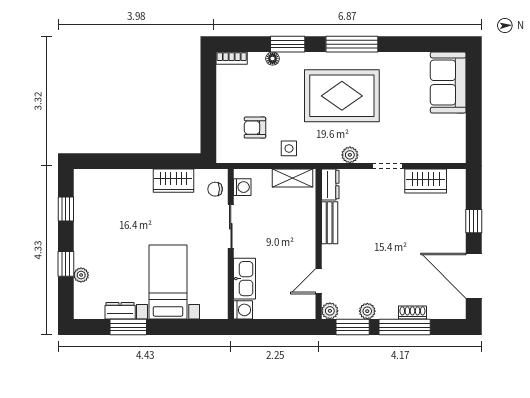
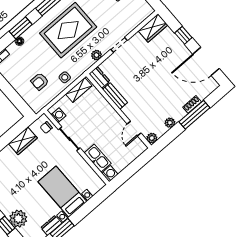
wardrobe: (426, 181) -> (153, 28), moved
plant: (81, 275) -> (18, 219), width x1.87, depth x1.87
window: (353, 327) -> (169, 136), removed

